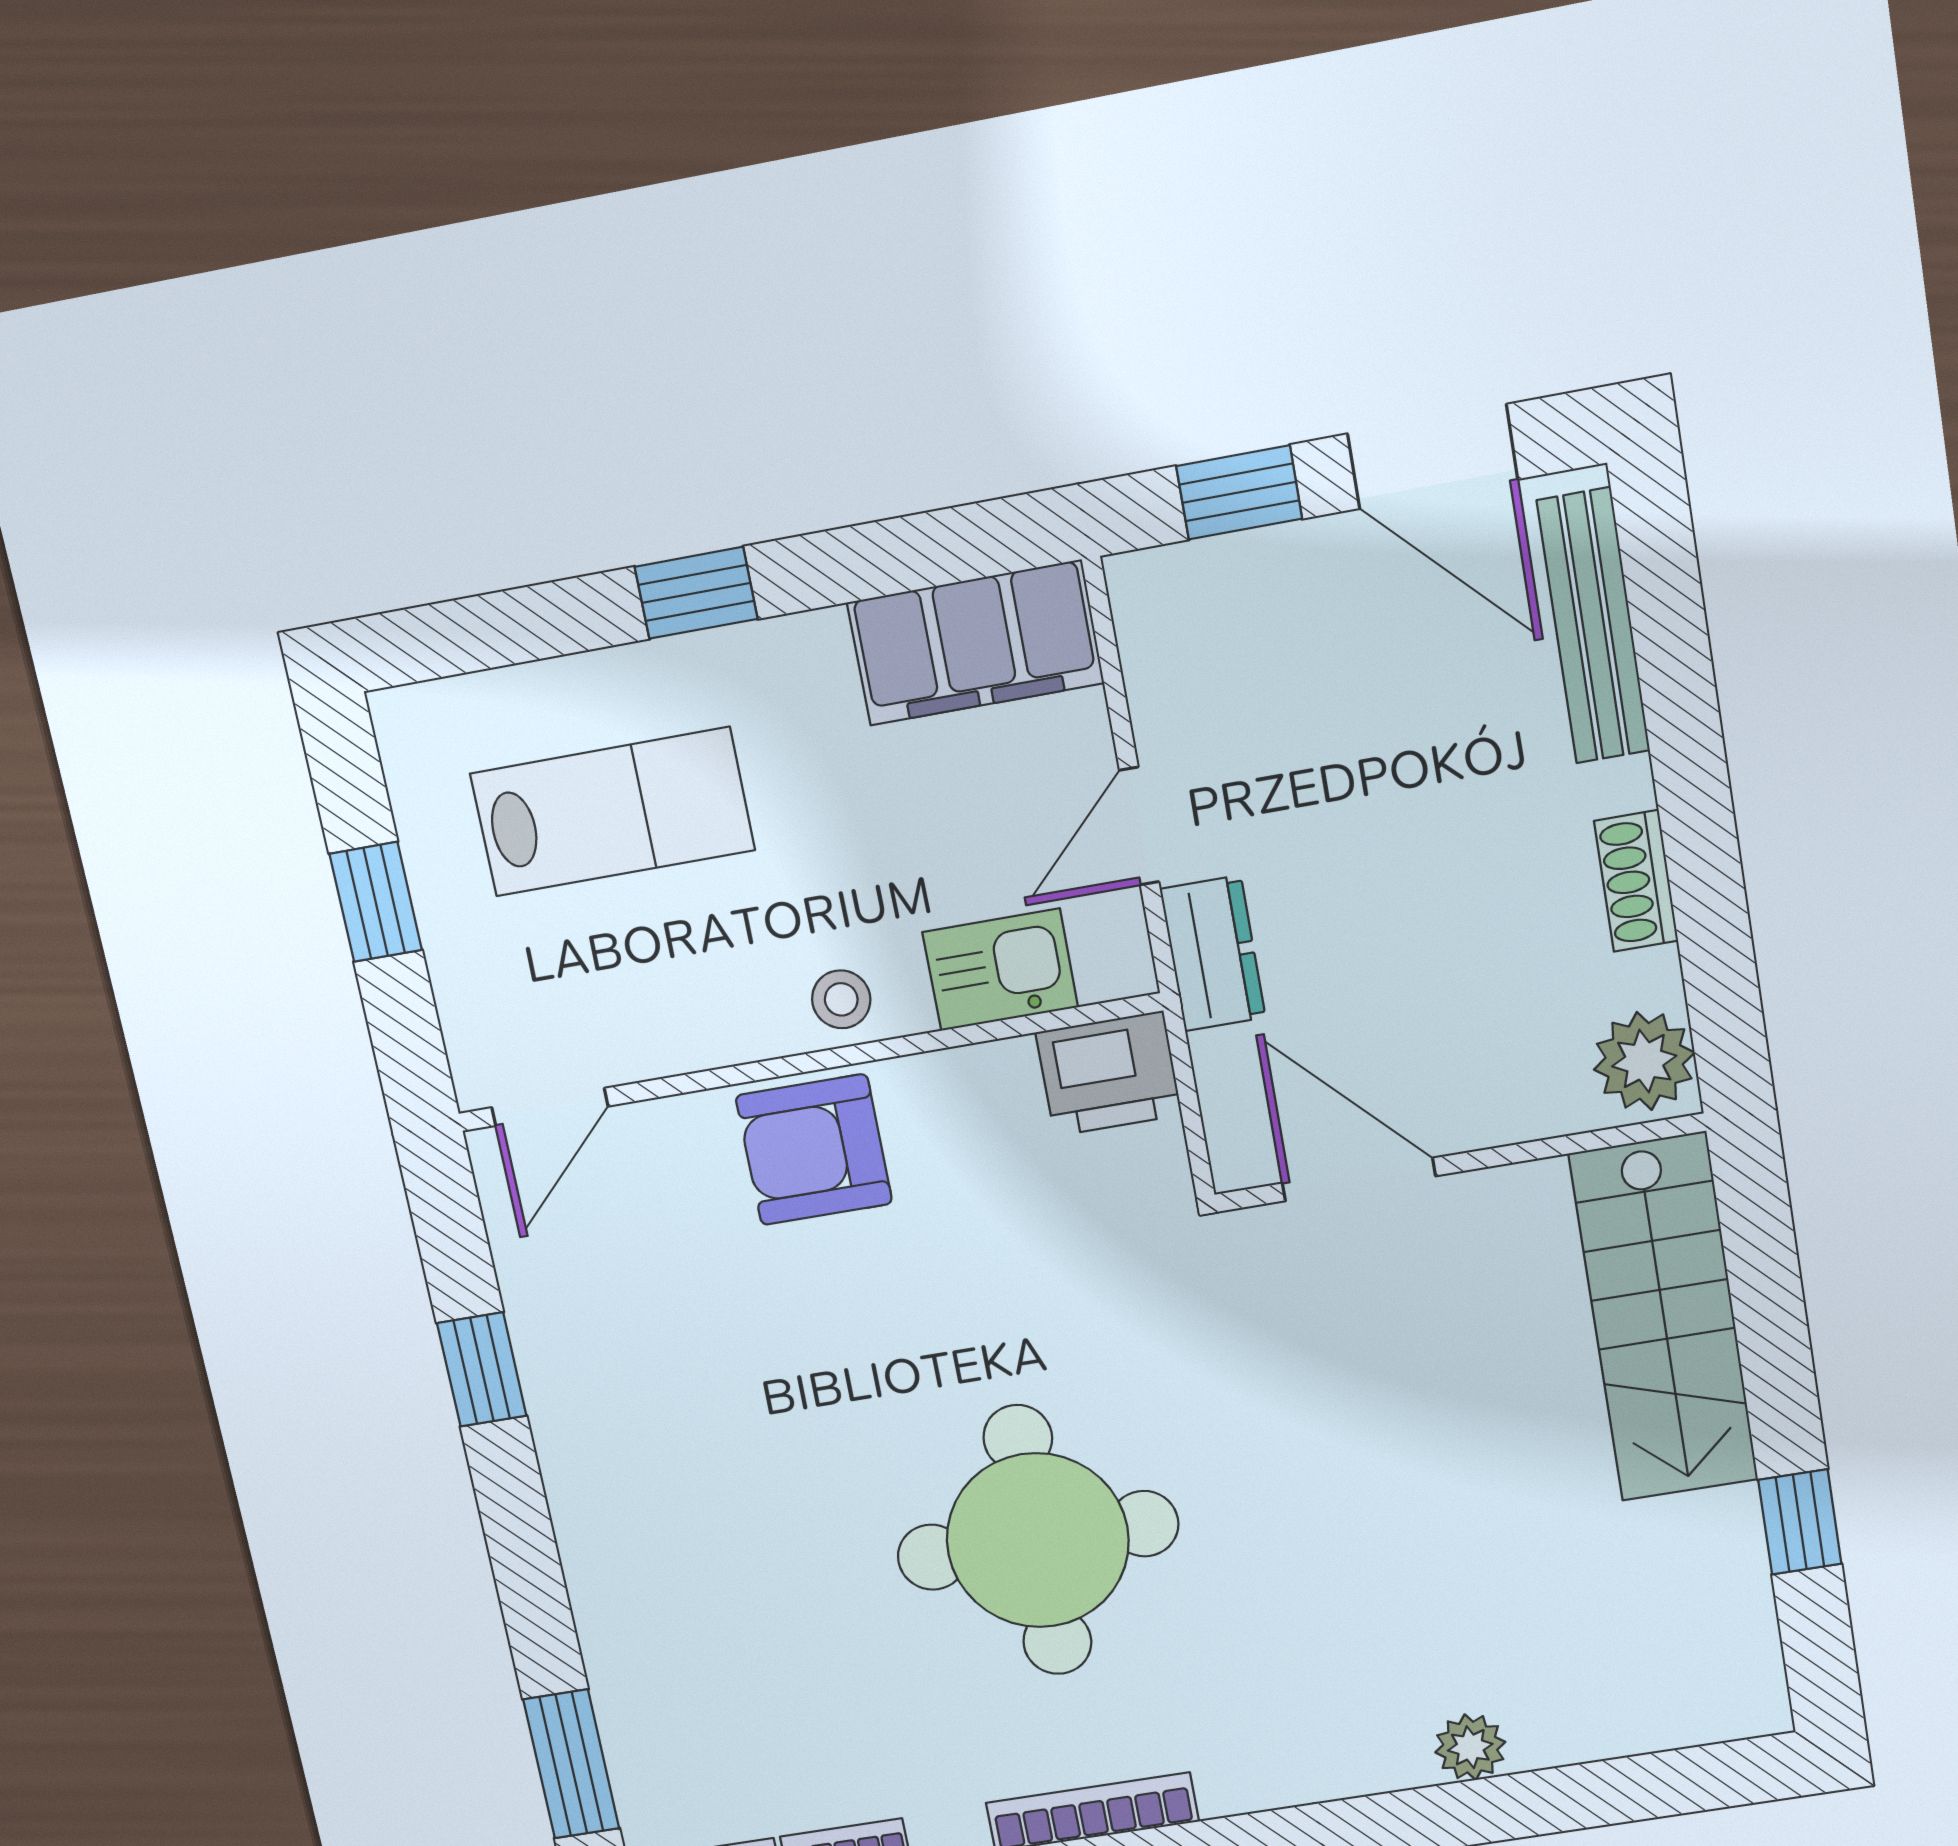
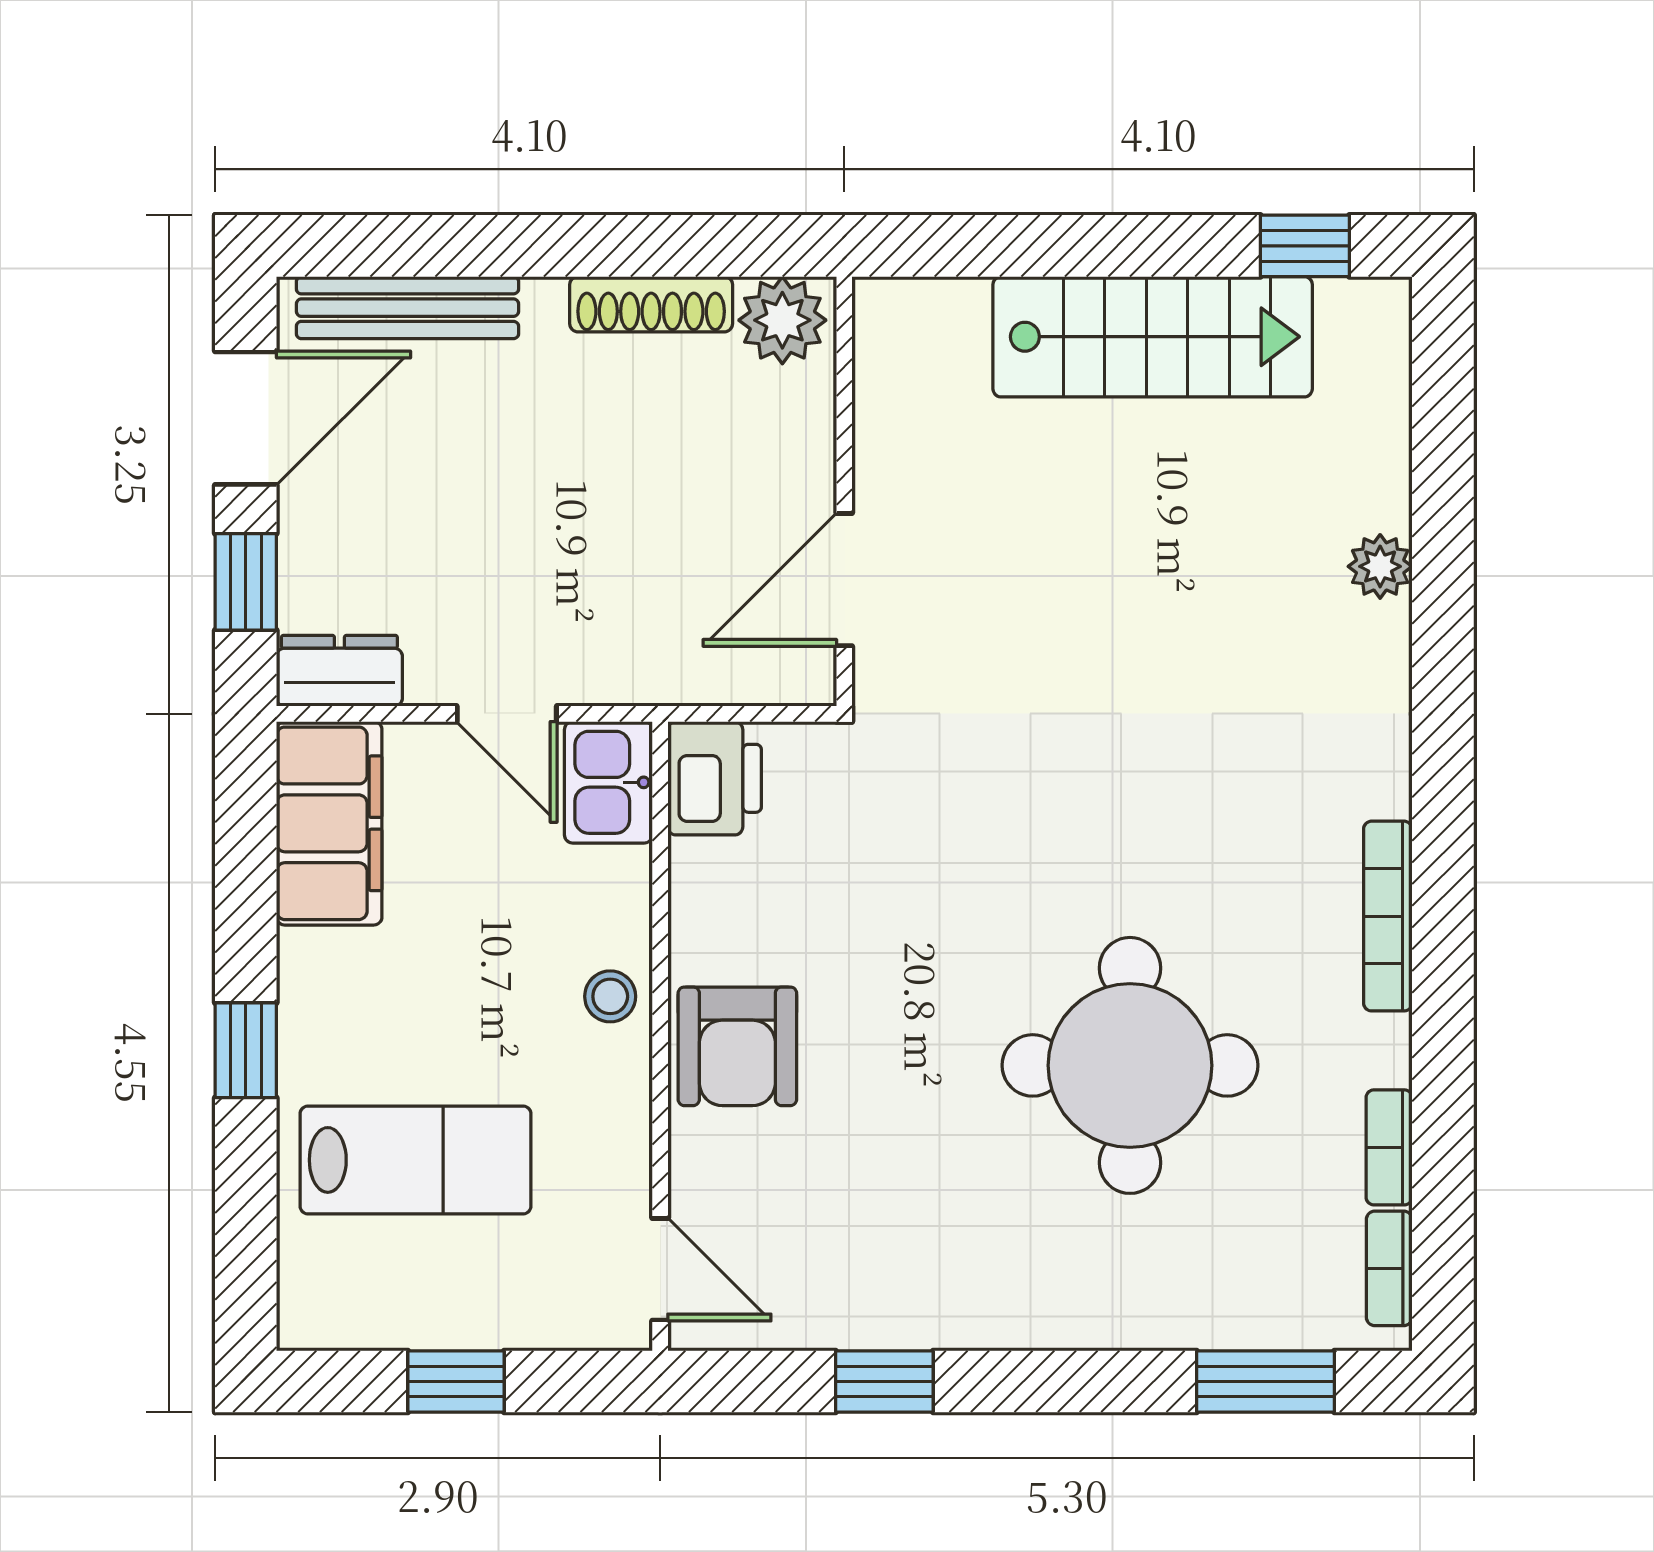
lab bench: (612, 812) -> (416, 1160), turned 90
shoe rack: (1636, 881) -> (651, 304), width x1.43
dresser: (1213, 953) -> (339, 671), moved
kitchen sink: (1000, 970) -> (608, 782), moved
stairs: (1664, 1318) -> (1153, 337), moved
window: (1800, 1522) -> (1305, 246), moved
round table: (1038, 1540) -> (1130, 1065), moved

